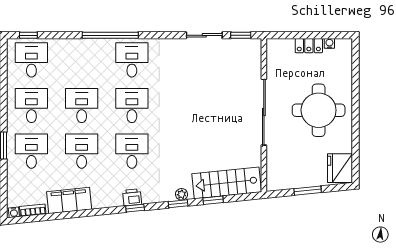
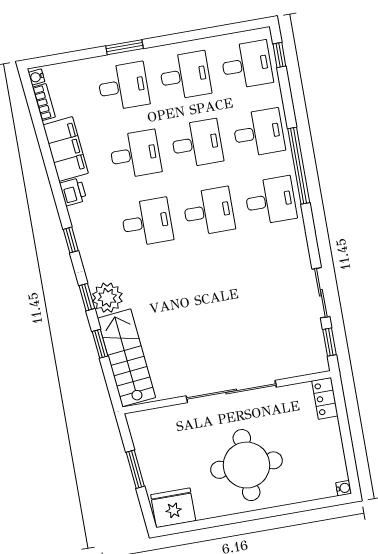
water cooler: (329, 43) -> (344, 488), moved
locker: (309, 46) -> (325, 398), moved
desk: (82, 60) -> (259, 133), added
plant: (182, 194) -> (107, 298), width x1.87, depth x1.87
printer: (132, 197) -> (73, 192), moved

